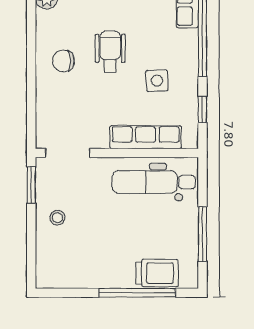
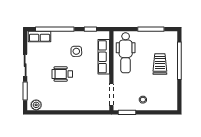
chair: (63, 61) -> (67, 97), removed
trolley: (157, 273) -> (160, 64), moved

